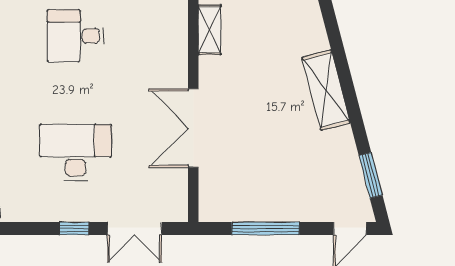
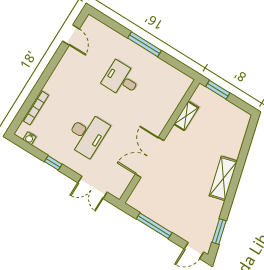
desk: (76, 152) -> (87, 134), turned 90
window: (74, 229) -> (53, 163), moved

